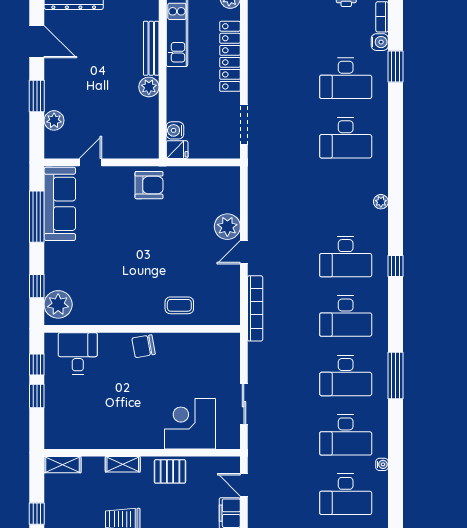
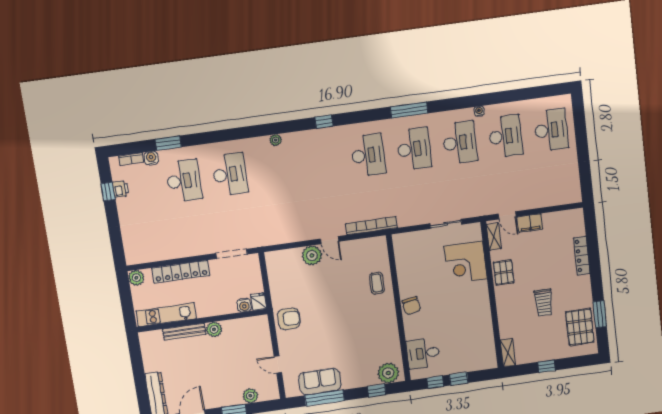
armchair: (149, 185) -> (289, 319), turned 90
sofa: (60, 204) -> (320, 381), width x0.73
desk: (346, 257) -> (322, 162), removed
shelving: (123, 464) -> (494, 237), moved
door: (244, 485) -> (507, 215), hinge flipped

